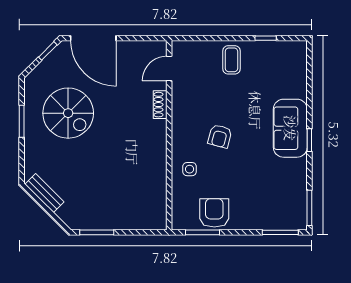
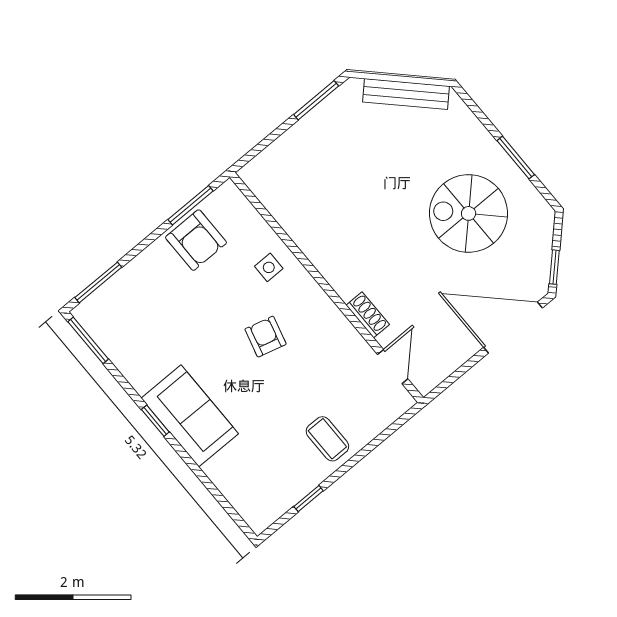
bench: (44, 193) -> (406, 94), width x1.36

